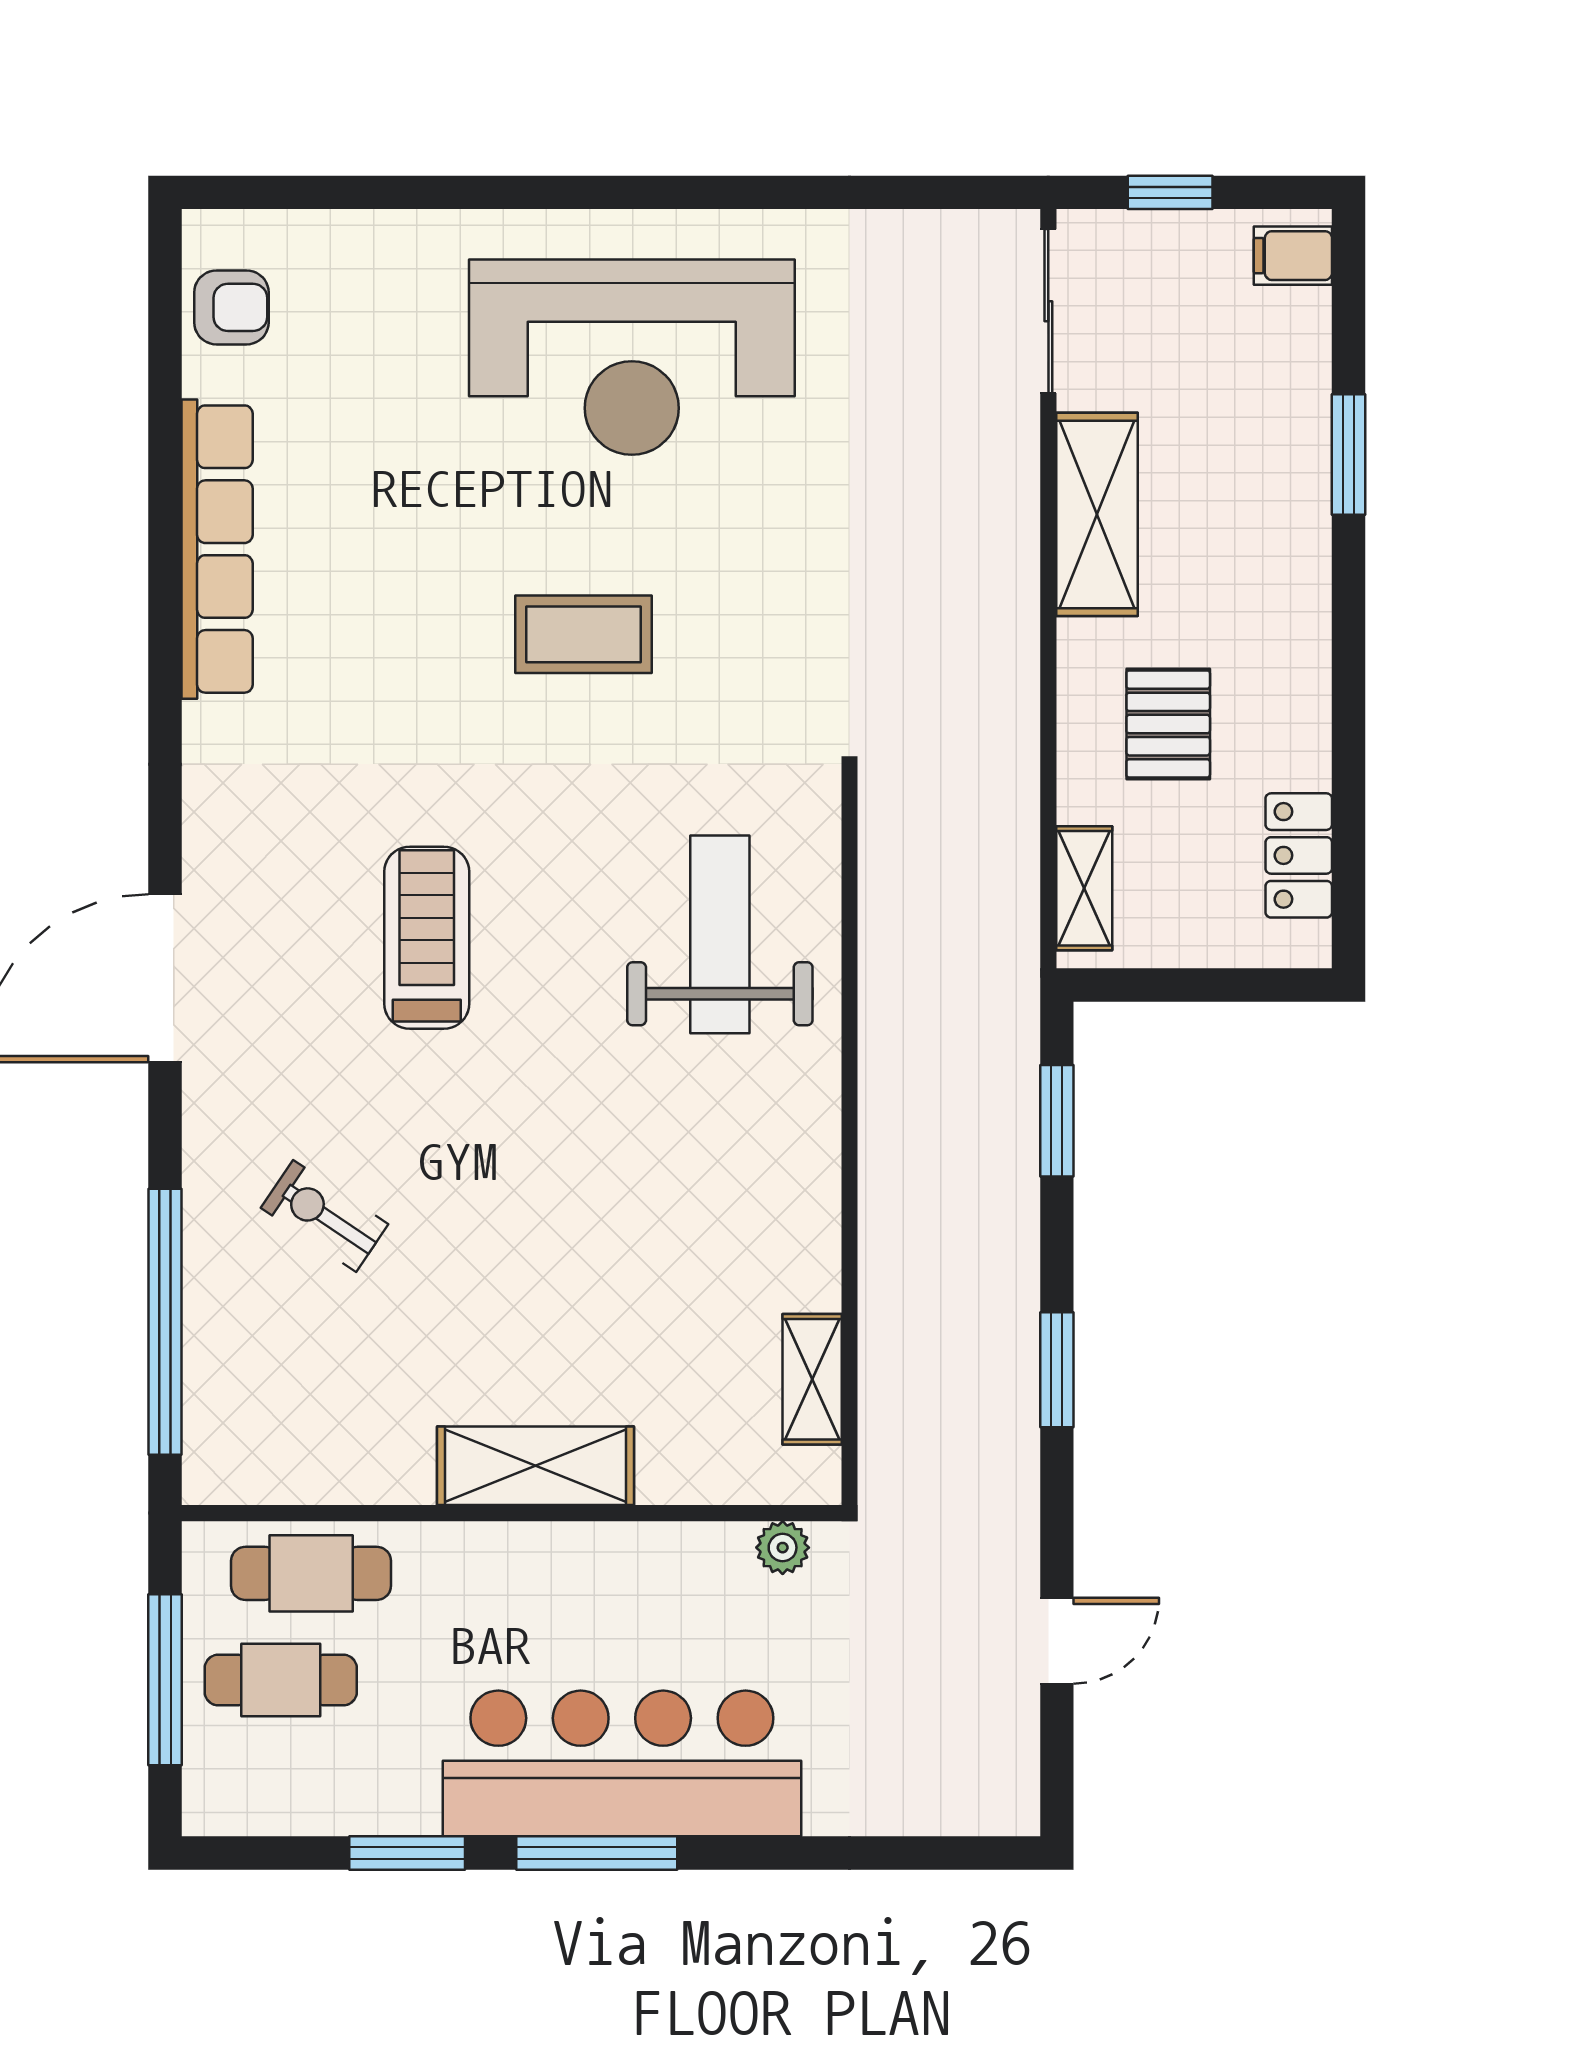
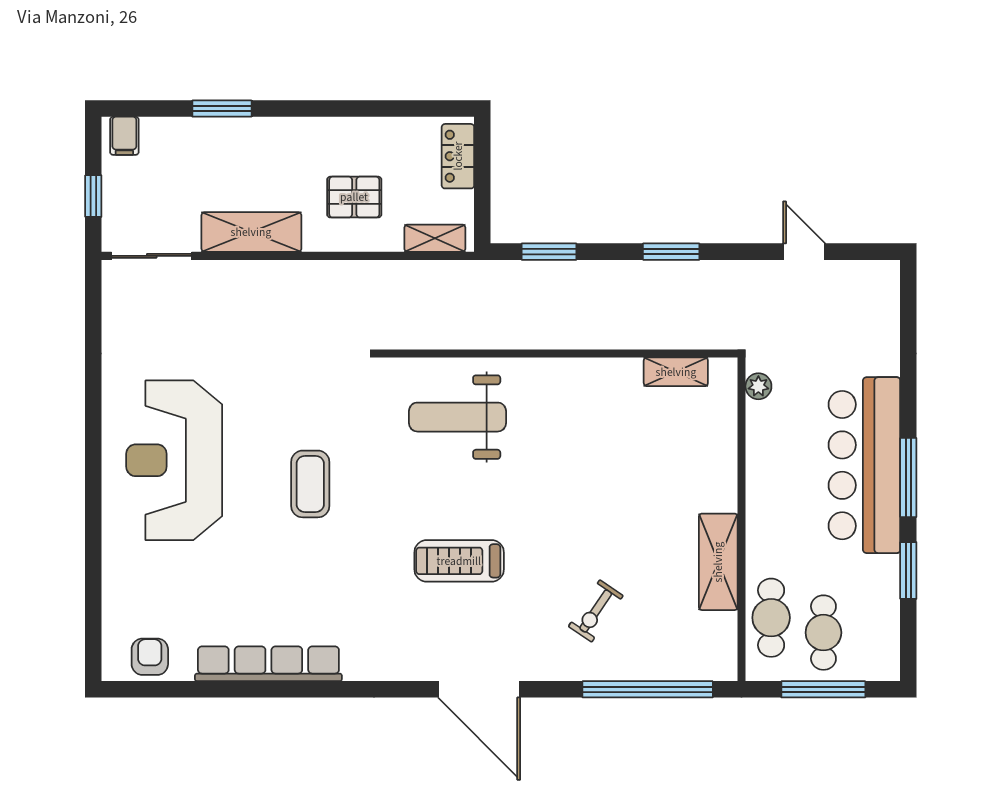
reception desk: (632, 357) -> (174, 460), turned 180
locker: (1299, 855) -> (458, 156), moved, turned 90
shelving: (535, 1466) -> (718, 562), moved

